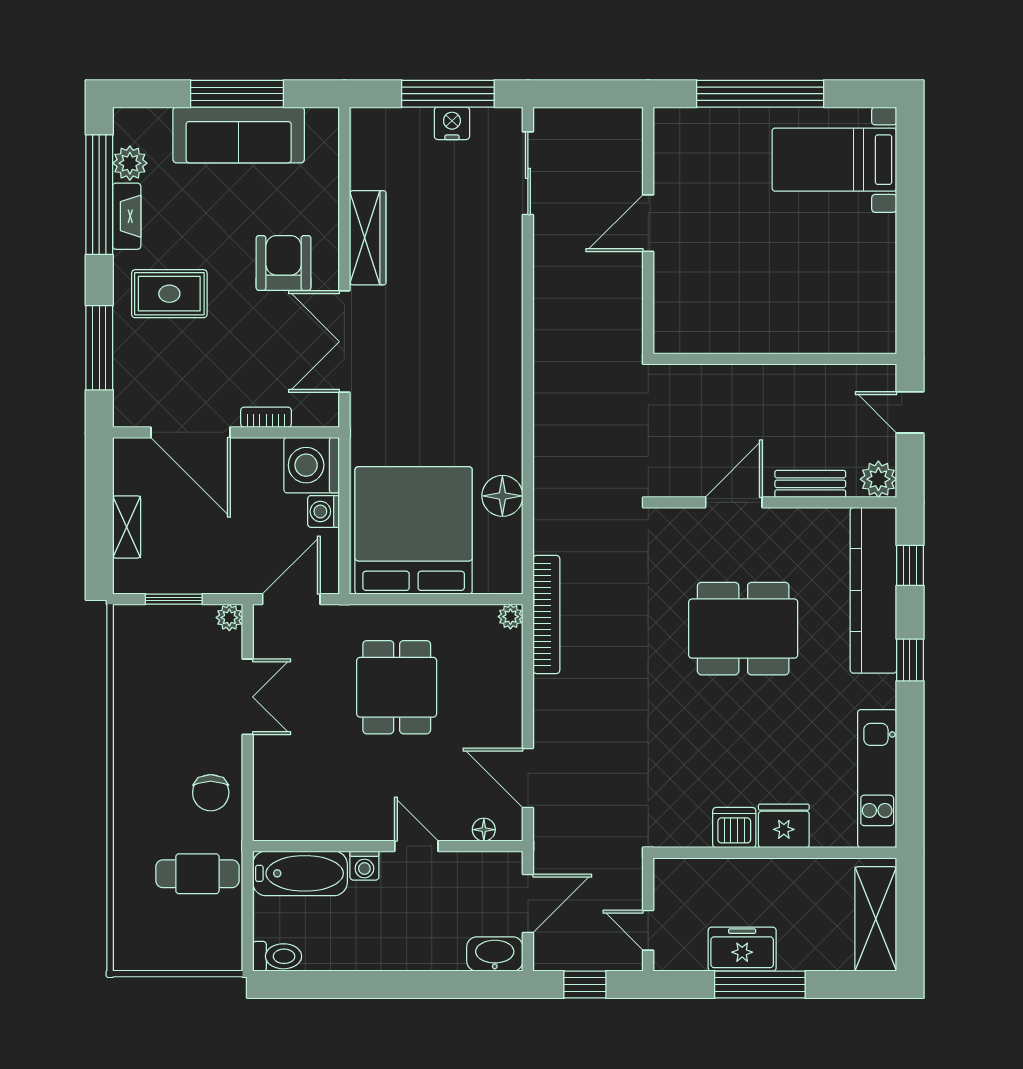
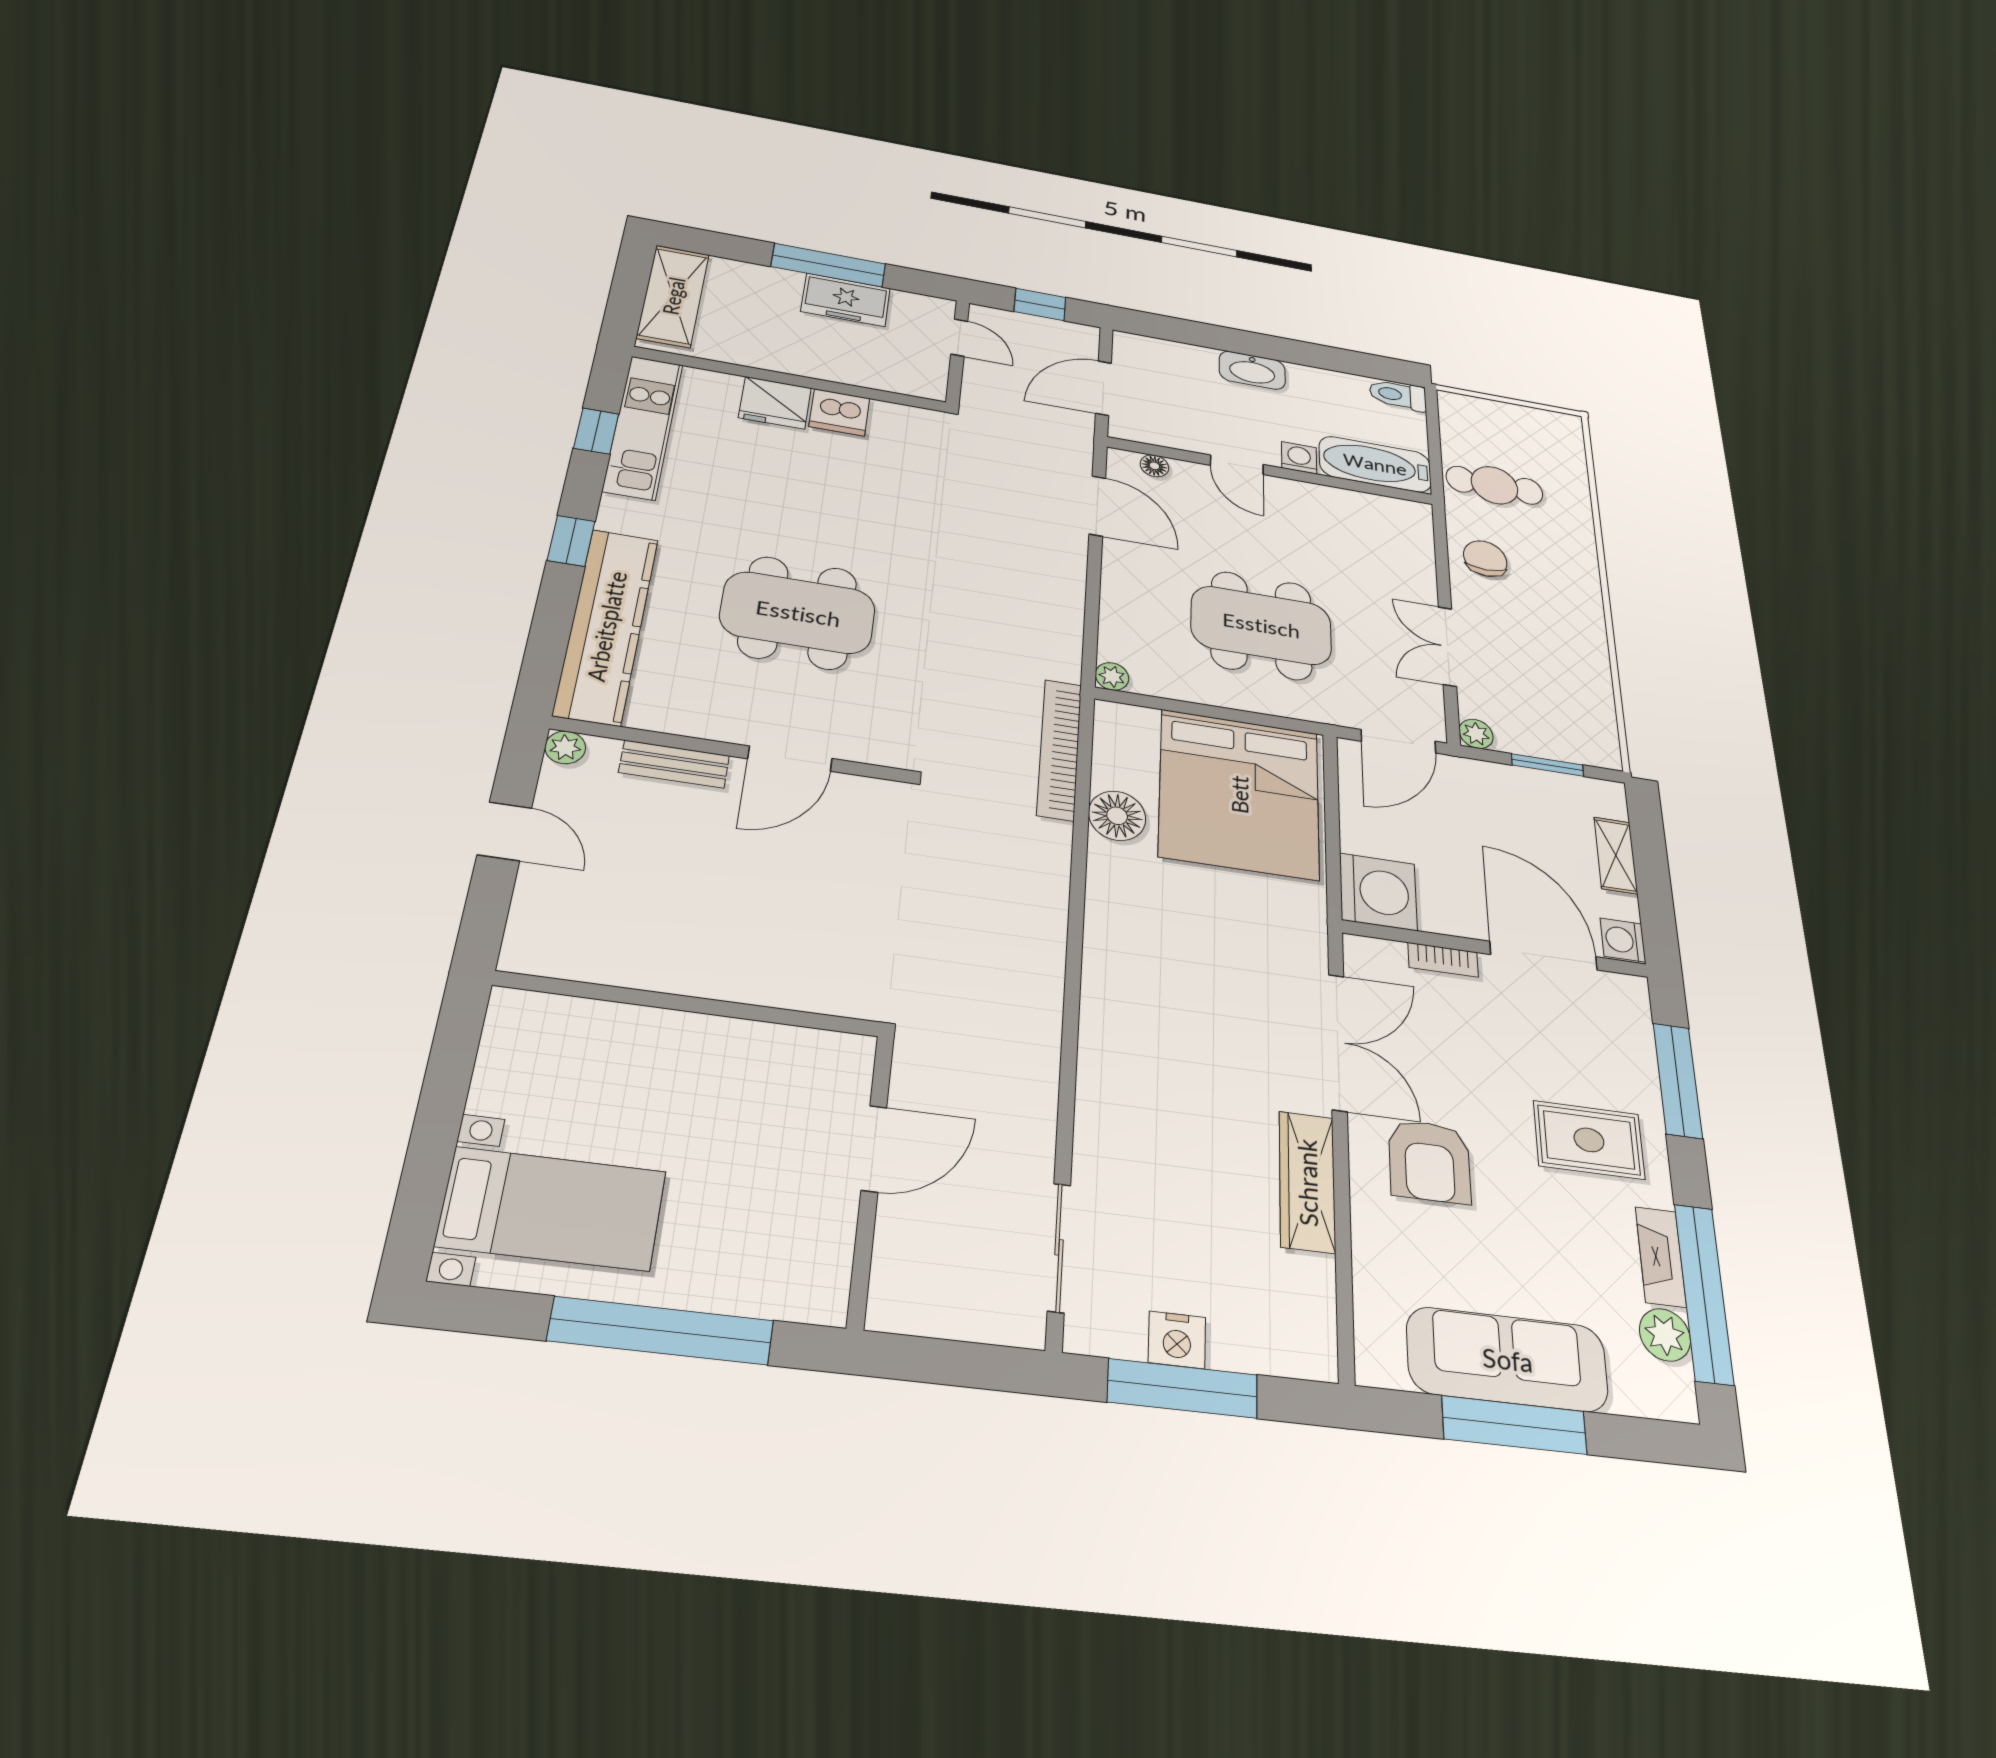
wall: (775, 359) -> (688, 1004), moved
plant: (878, 479) -> (565, 747), width x0.73, depth x0.73
washing machine: (324, 511) -> (1623, 940), moved, turned 180
window: (910, 565) -> (596, 431), moved
bookcase: (546, 614) -> (1059, 749), moved
dining table: (397, 687) -> (1261, 625), width x1.38
washbasin: (495, 954) -> (1252, 370), moved

